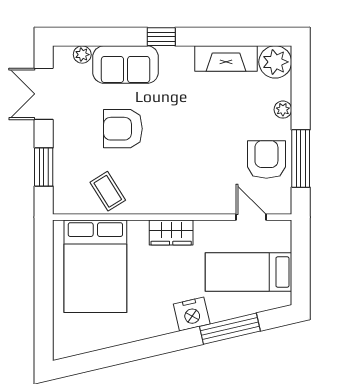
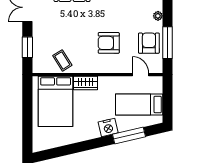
armchair: (123, 129) -> (109, 43), moved
wardrobe: (171, 232) -> (85, 83), moved

